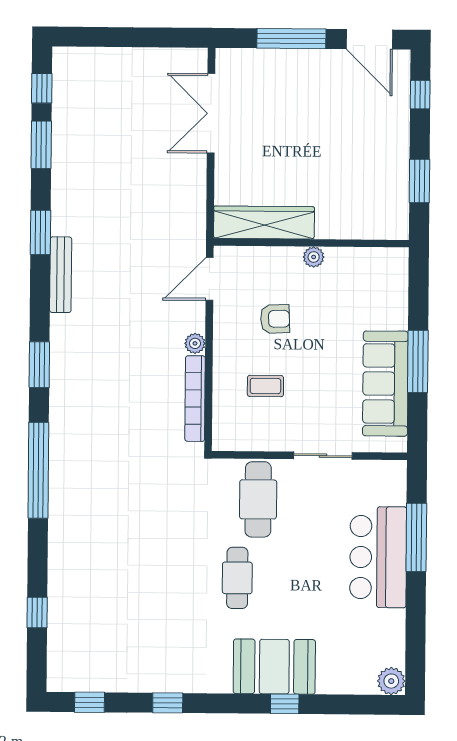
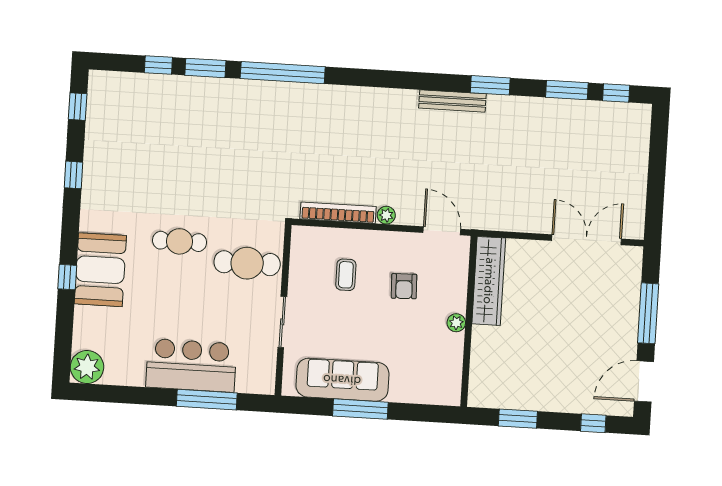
window: (39, 365) -> (205, 68), moved
plant: (391, 681) -> (87, 367), width x1.36, depth x1.36

